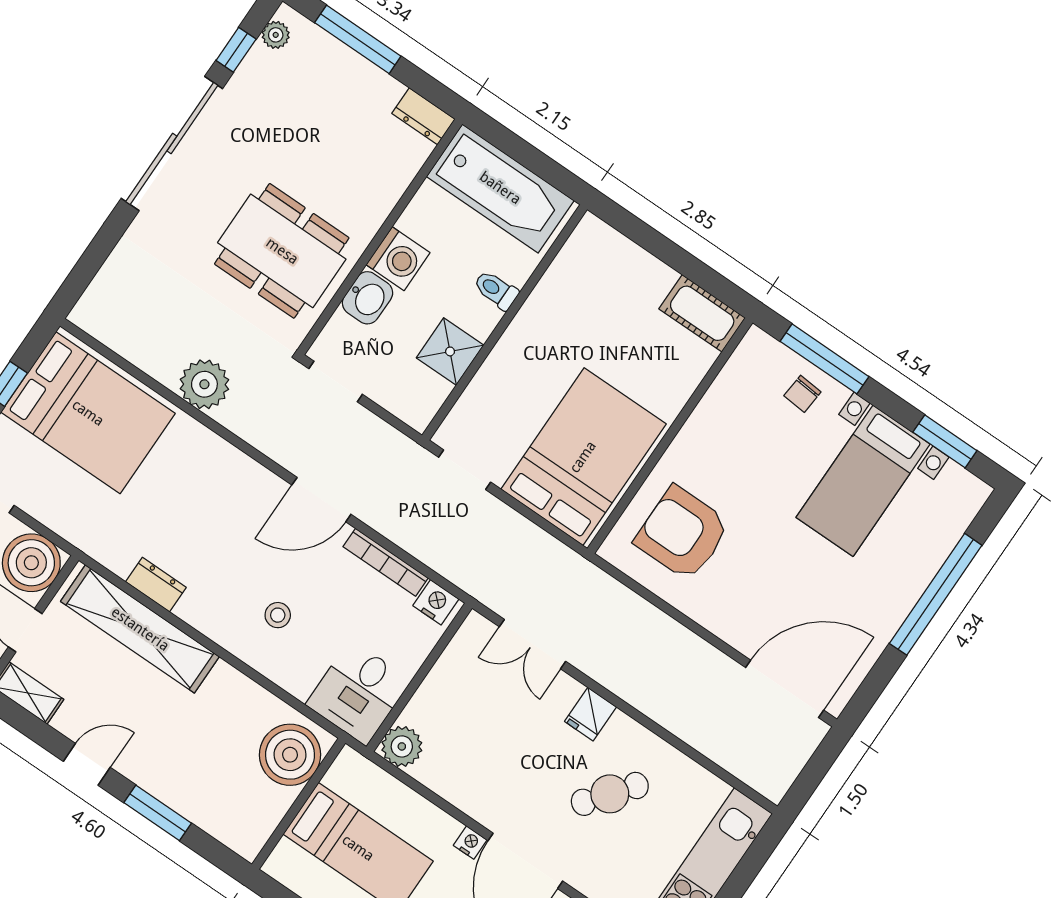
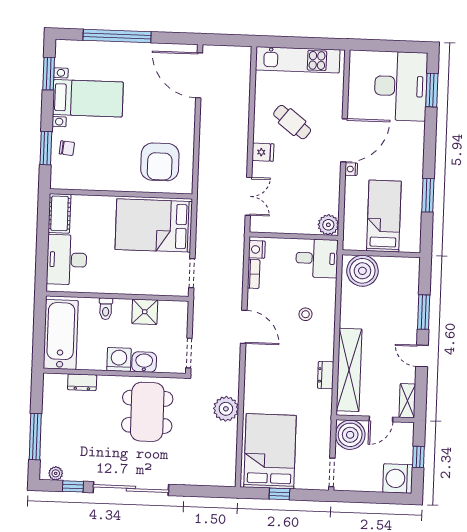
dresser: (424, 116) -> (82, 382), moved, turned 90
desk: (618, 277) -> (67, 260), added
window: (824, 359) -> (46, 148), width x0.69
bookcase: (386, 562) -> (254, 274), width x0.64

